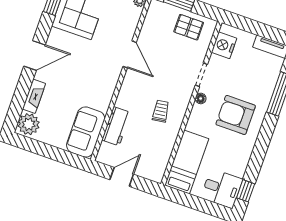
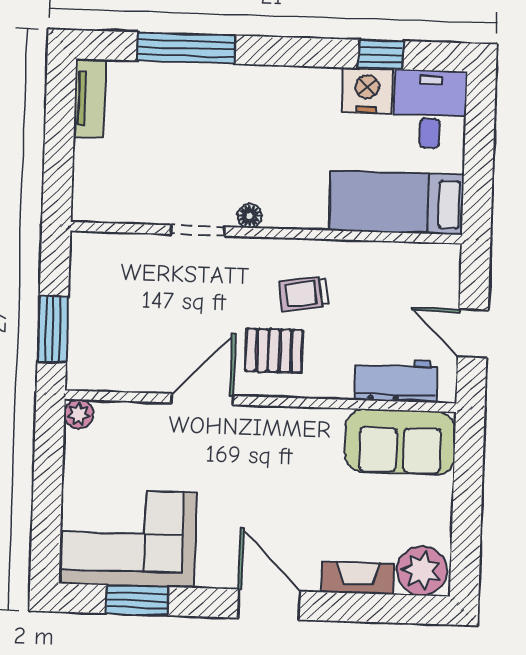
pallet: (189, 27) -> (274, 351), moved, turned 90
nightstand: (224, 45) -> (367, 90), moved, turned 180
armchair: (236, 115) -> (262, 129), removed
workbench: (116, 126) -> (396, 381), moved
window: (246, 191) -> (381, 55), moved

